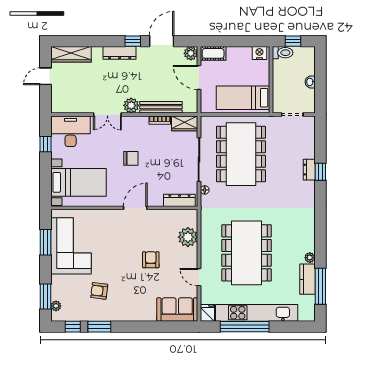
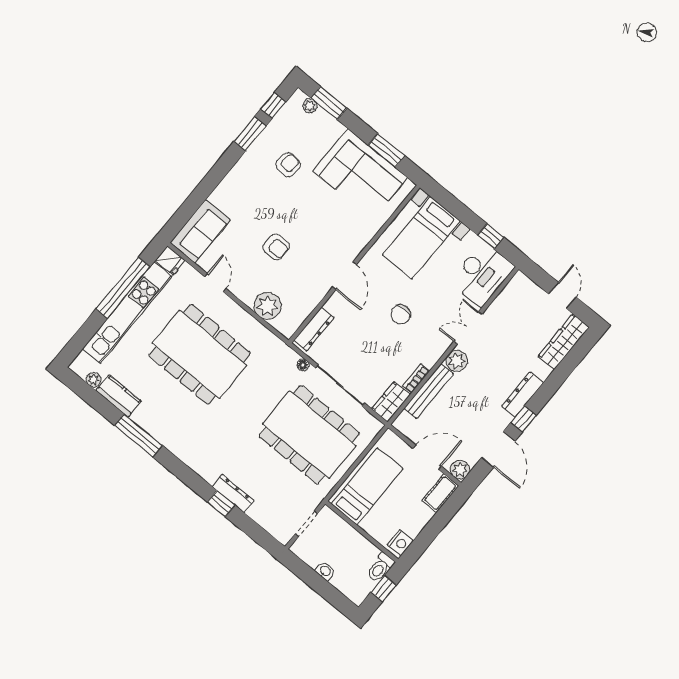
dresser: (309, 170) -> (233, 494), width x1.44
plant: (310, 258) -> (94, 380), moved
door: (199, 277) -> (215, 283), hinge flipped
window: (320, 286) -> (138, 435), moved

